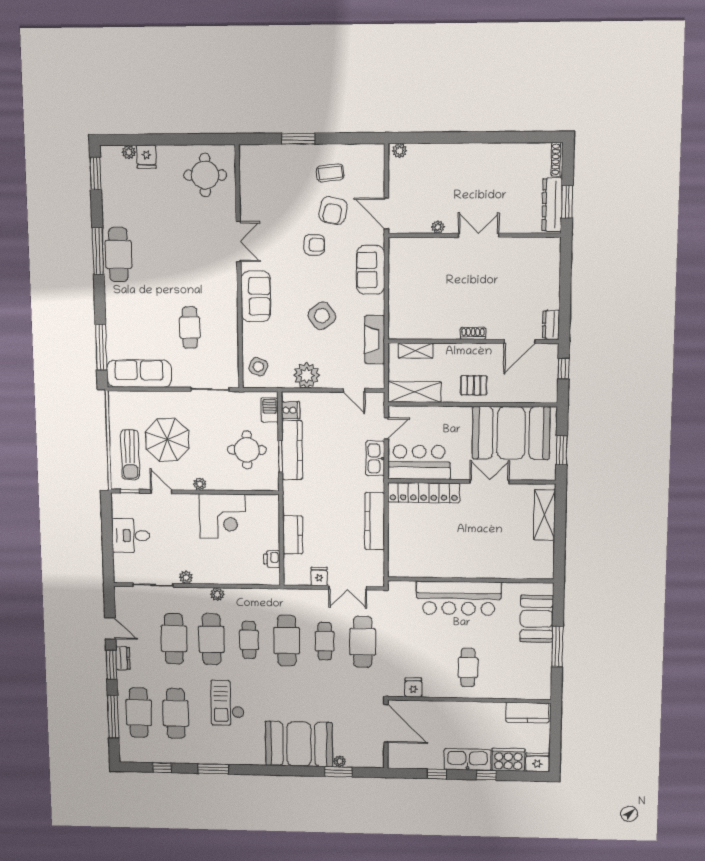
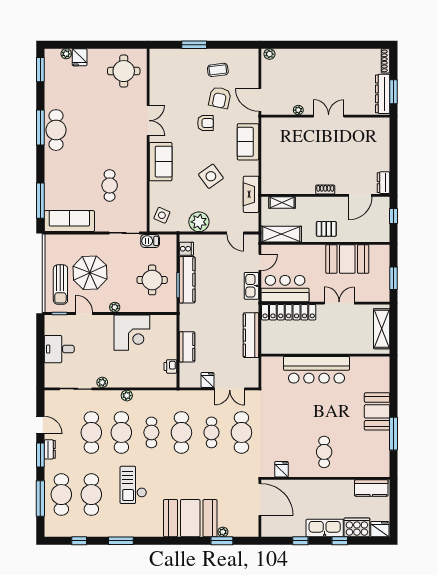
barbecue: (270, 410) -> (150, 241), moved, turned -90
booth: (511, 433) -> (347, 259), width x0.73, depth x0.70
wall: (470, 580) -> (325, 355), moved
bar counter: (459, 598) -> (316, 370), moved

